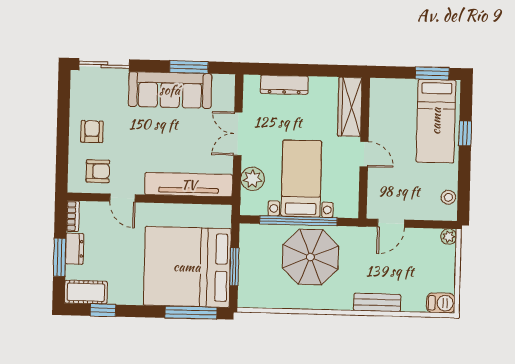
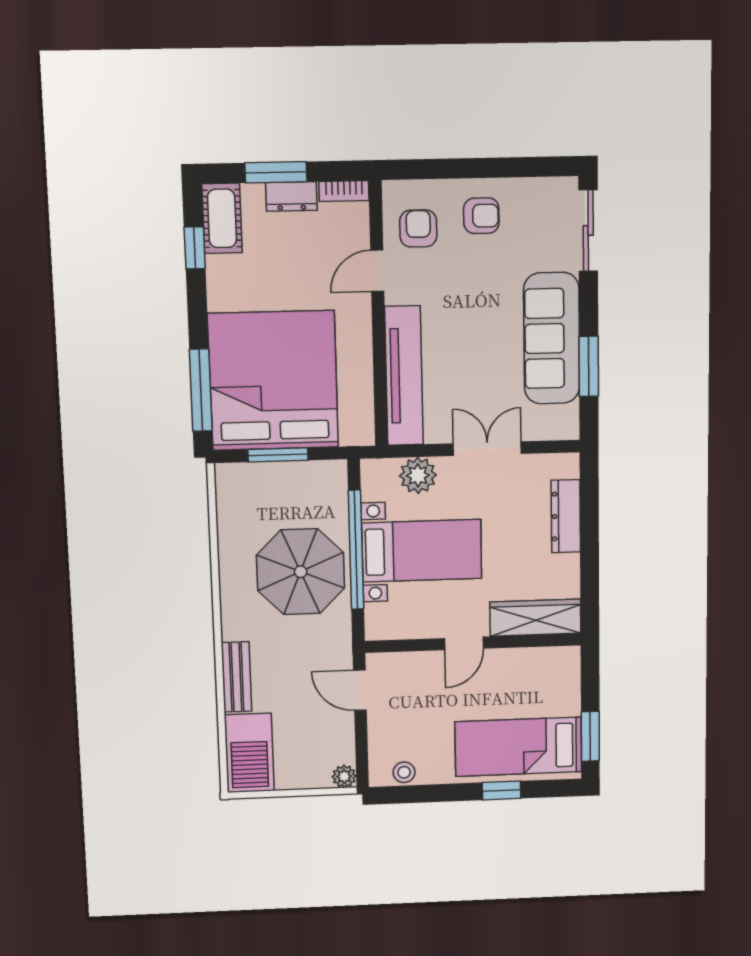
armchair: (98, 171) -> (418, 228), turned 180
barbecue: (441, 303) -> (249, 753), width x1.88, depth x1.53

